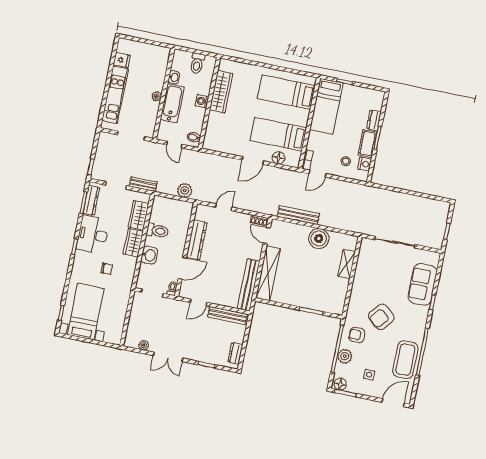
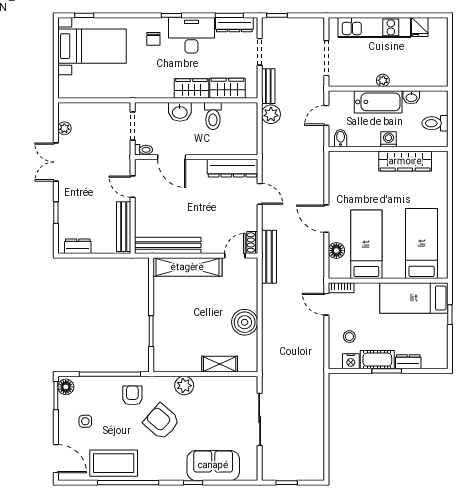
plant: (185, 190) -> (271, 114), moved
bench: (298, 215) -> (269, 257), moved
dresser: (197, 240) -> (233, 168), moved
chair: (107, 269) -> (153, 39), moved
plant: (345, 356) -> (184, 386), moved

